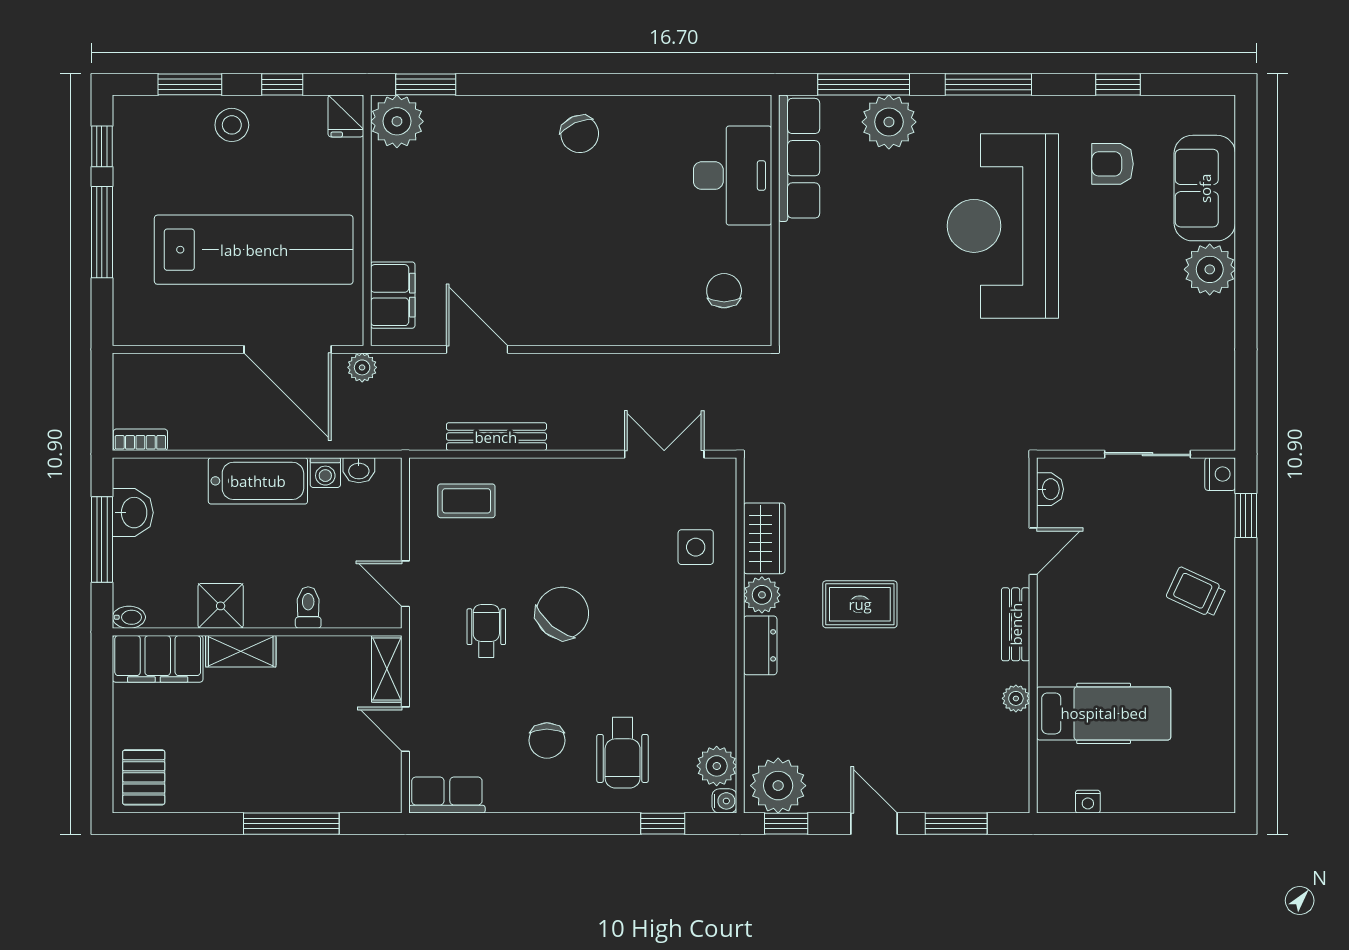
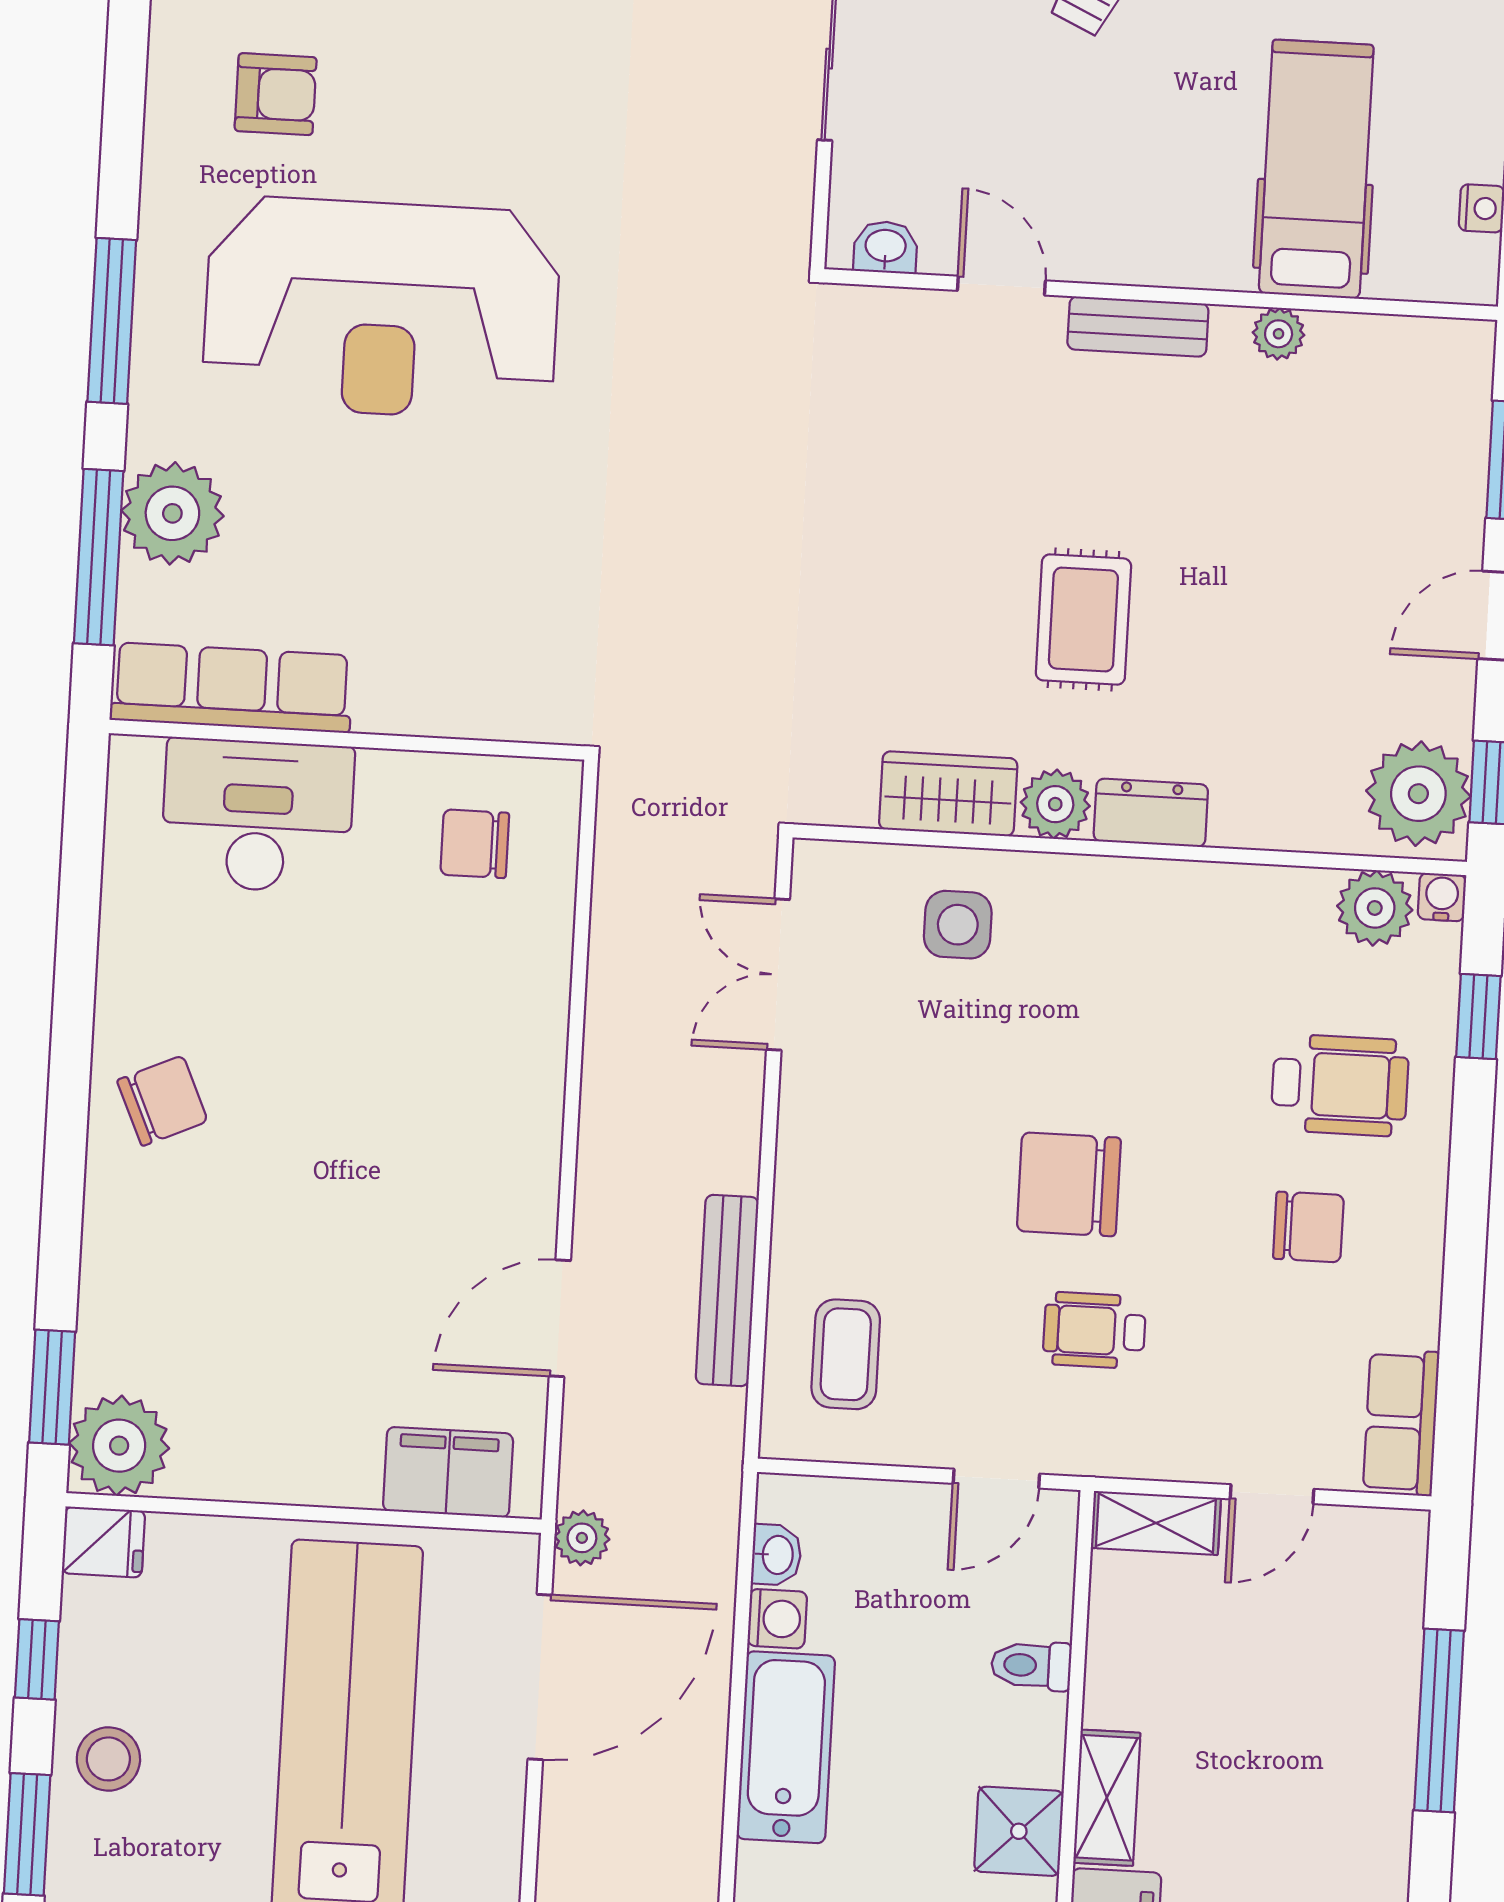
window: (1118, 84) -> (126, 75), removed
armchair: (1112, 164) -> (276, 94), turned -90
chair: (562, 613) -> (1069, 1184), turned -40

